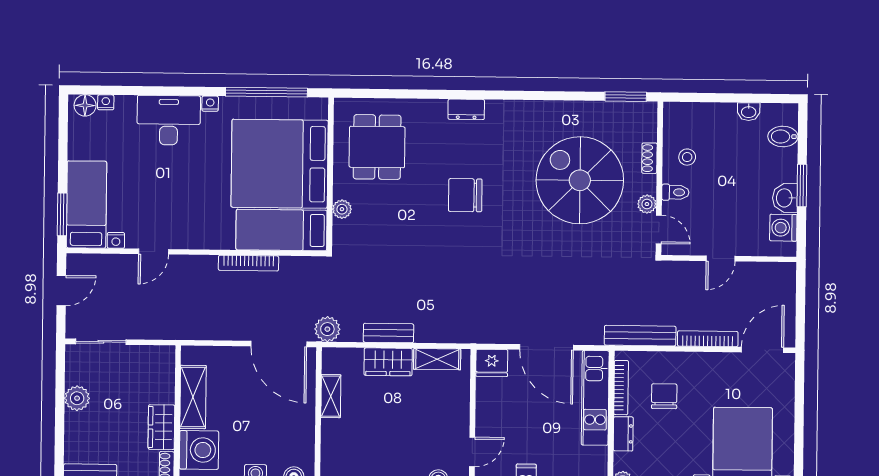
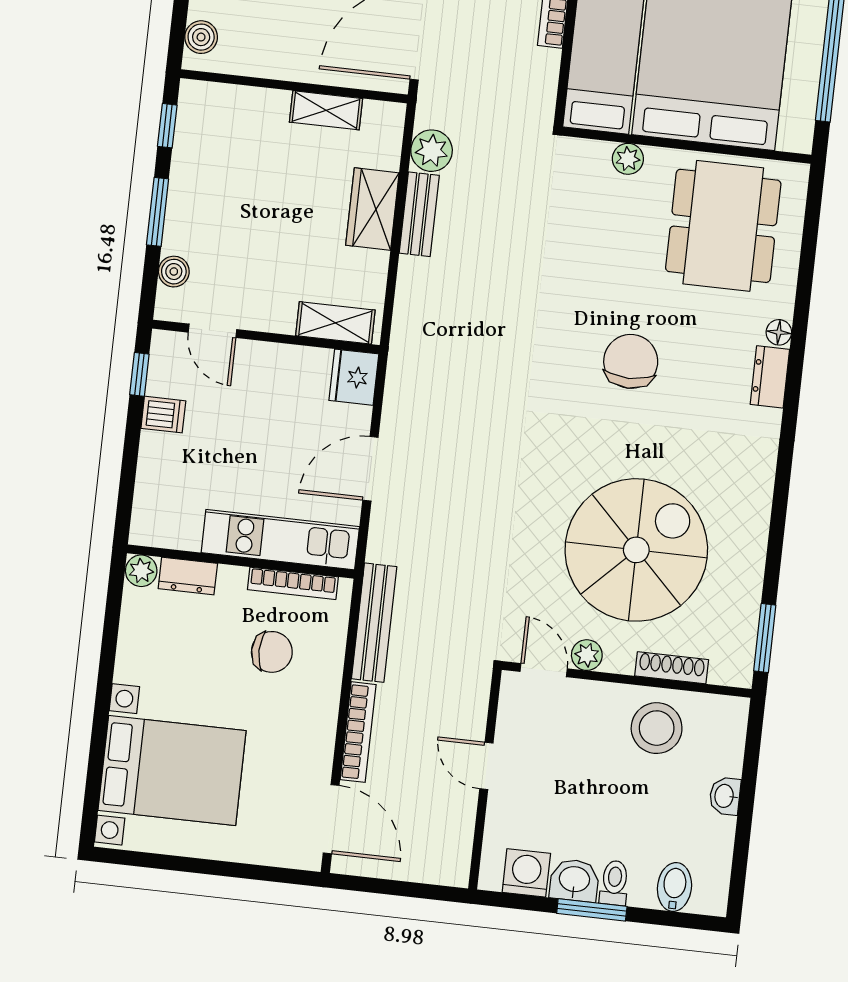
floor lamp: (439, 107) -> (779, 332), added
washbasin: (749, 112) -> (725, 796), moved
dining table: (377, 147) -> (723, 226), width x1.38
stool: (687, 157) -> (657, 728), width x1.89, depth x1.89
shoe rack: (649, 158) -> (672, 668), width x1.43
toilet: (675, 192) -> (614, 883), moved, turned 180
door: (659, 229) -> (544, 670), swing flipped
plant: (327, 329) -> (432, 151), moved
door: (547, 347) -> (370, 469), width x0.73
shelving: (437, 359) -> (335, 323), moved, turned 90
dresser: (623, 434) -> (188, 576), moved

